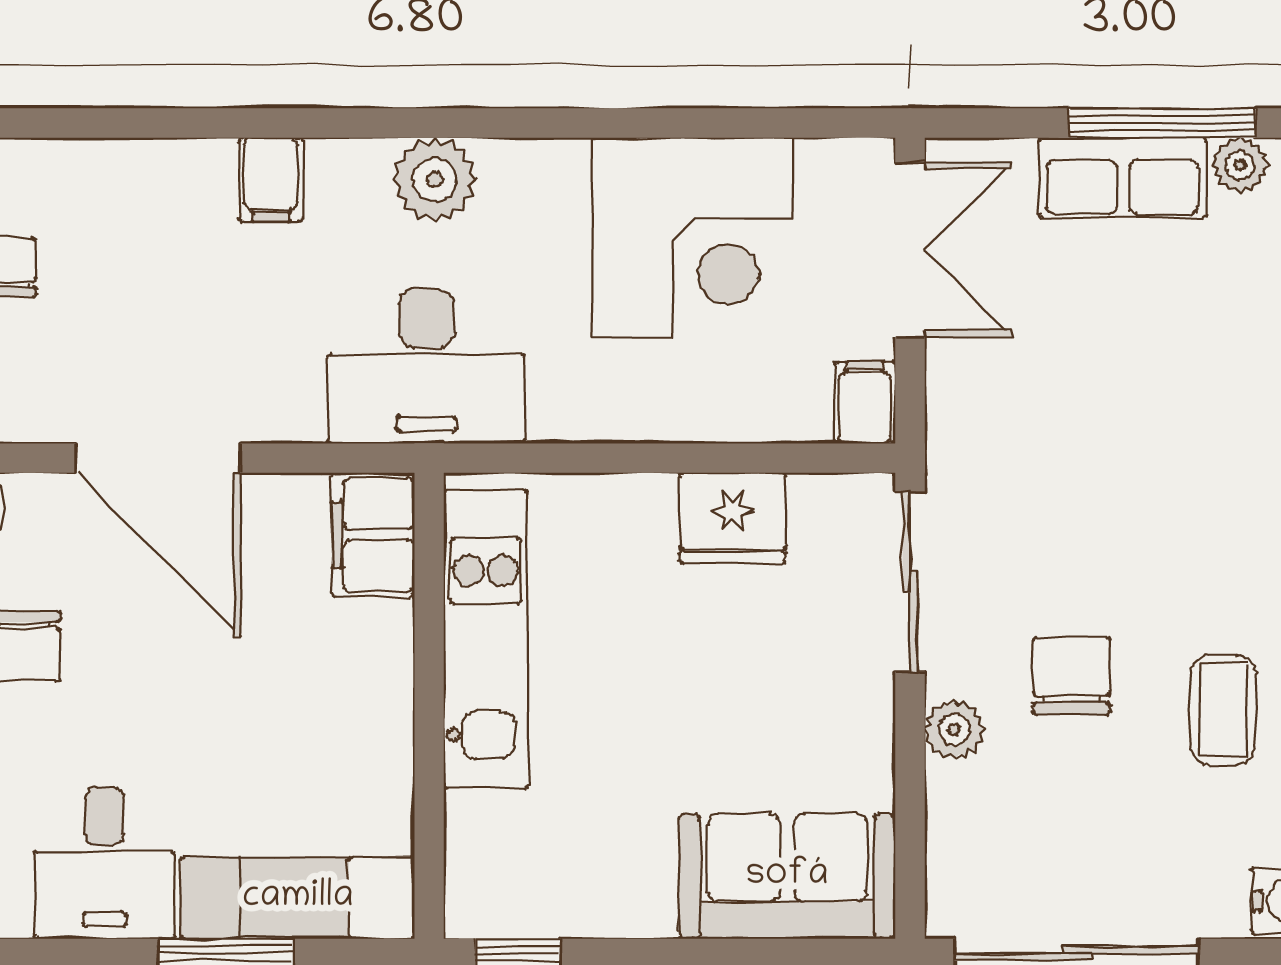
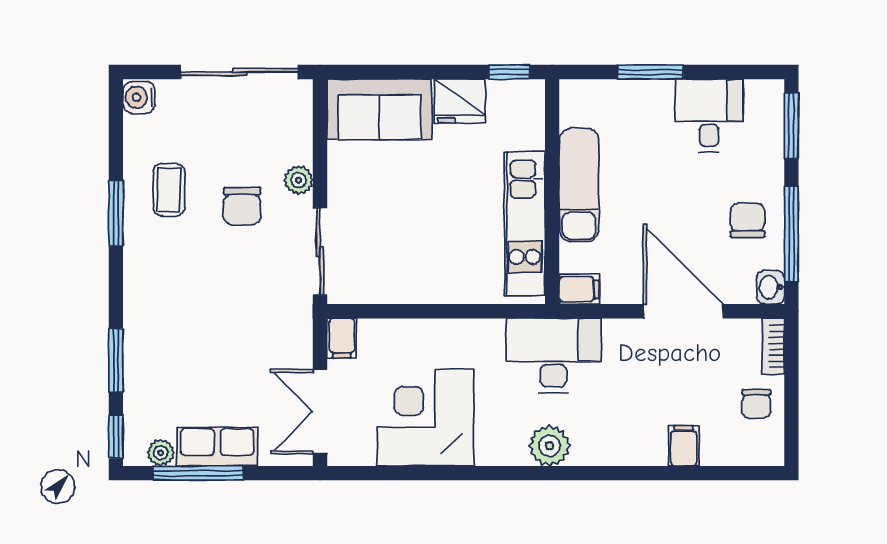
filing cabinet: (271, 180) -> (684, 446), moved
fridge: (733, 518) -> (460, 101), moved, turned 180
filing cabinet: (373, 535) -> (579, 289), width x0.50
exam couch: (298, 898) -> (579, 185), moved, turned -90

